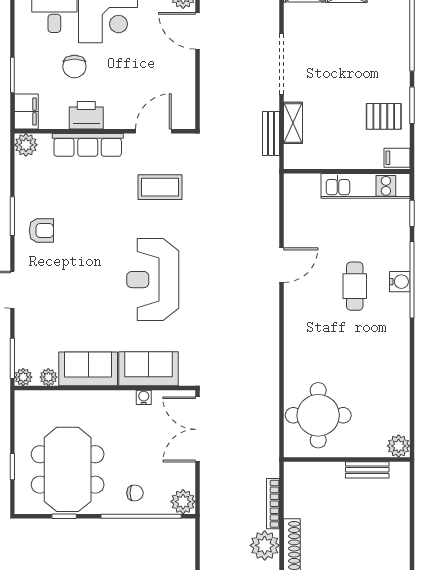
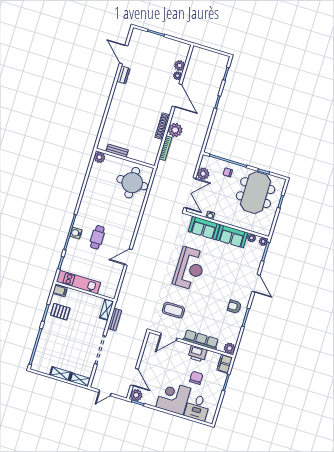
shelving: (293, 123) -> (107, 309), moved
plant: (183, 502) -> (203, 174), moved

